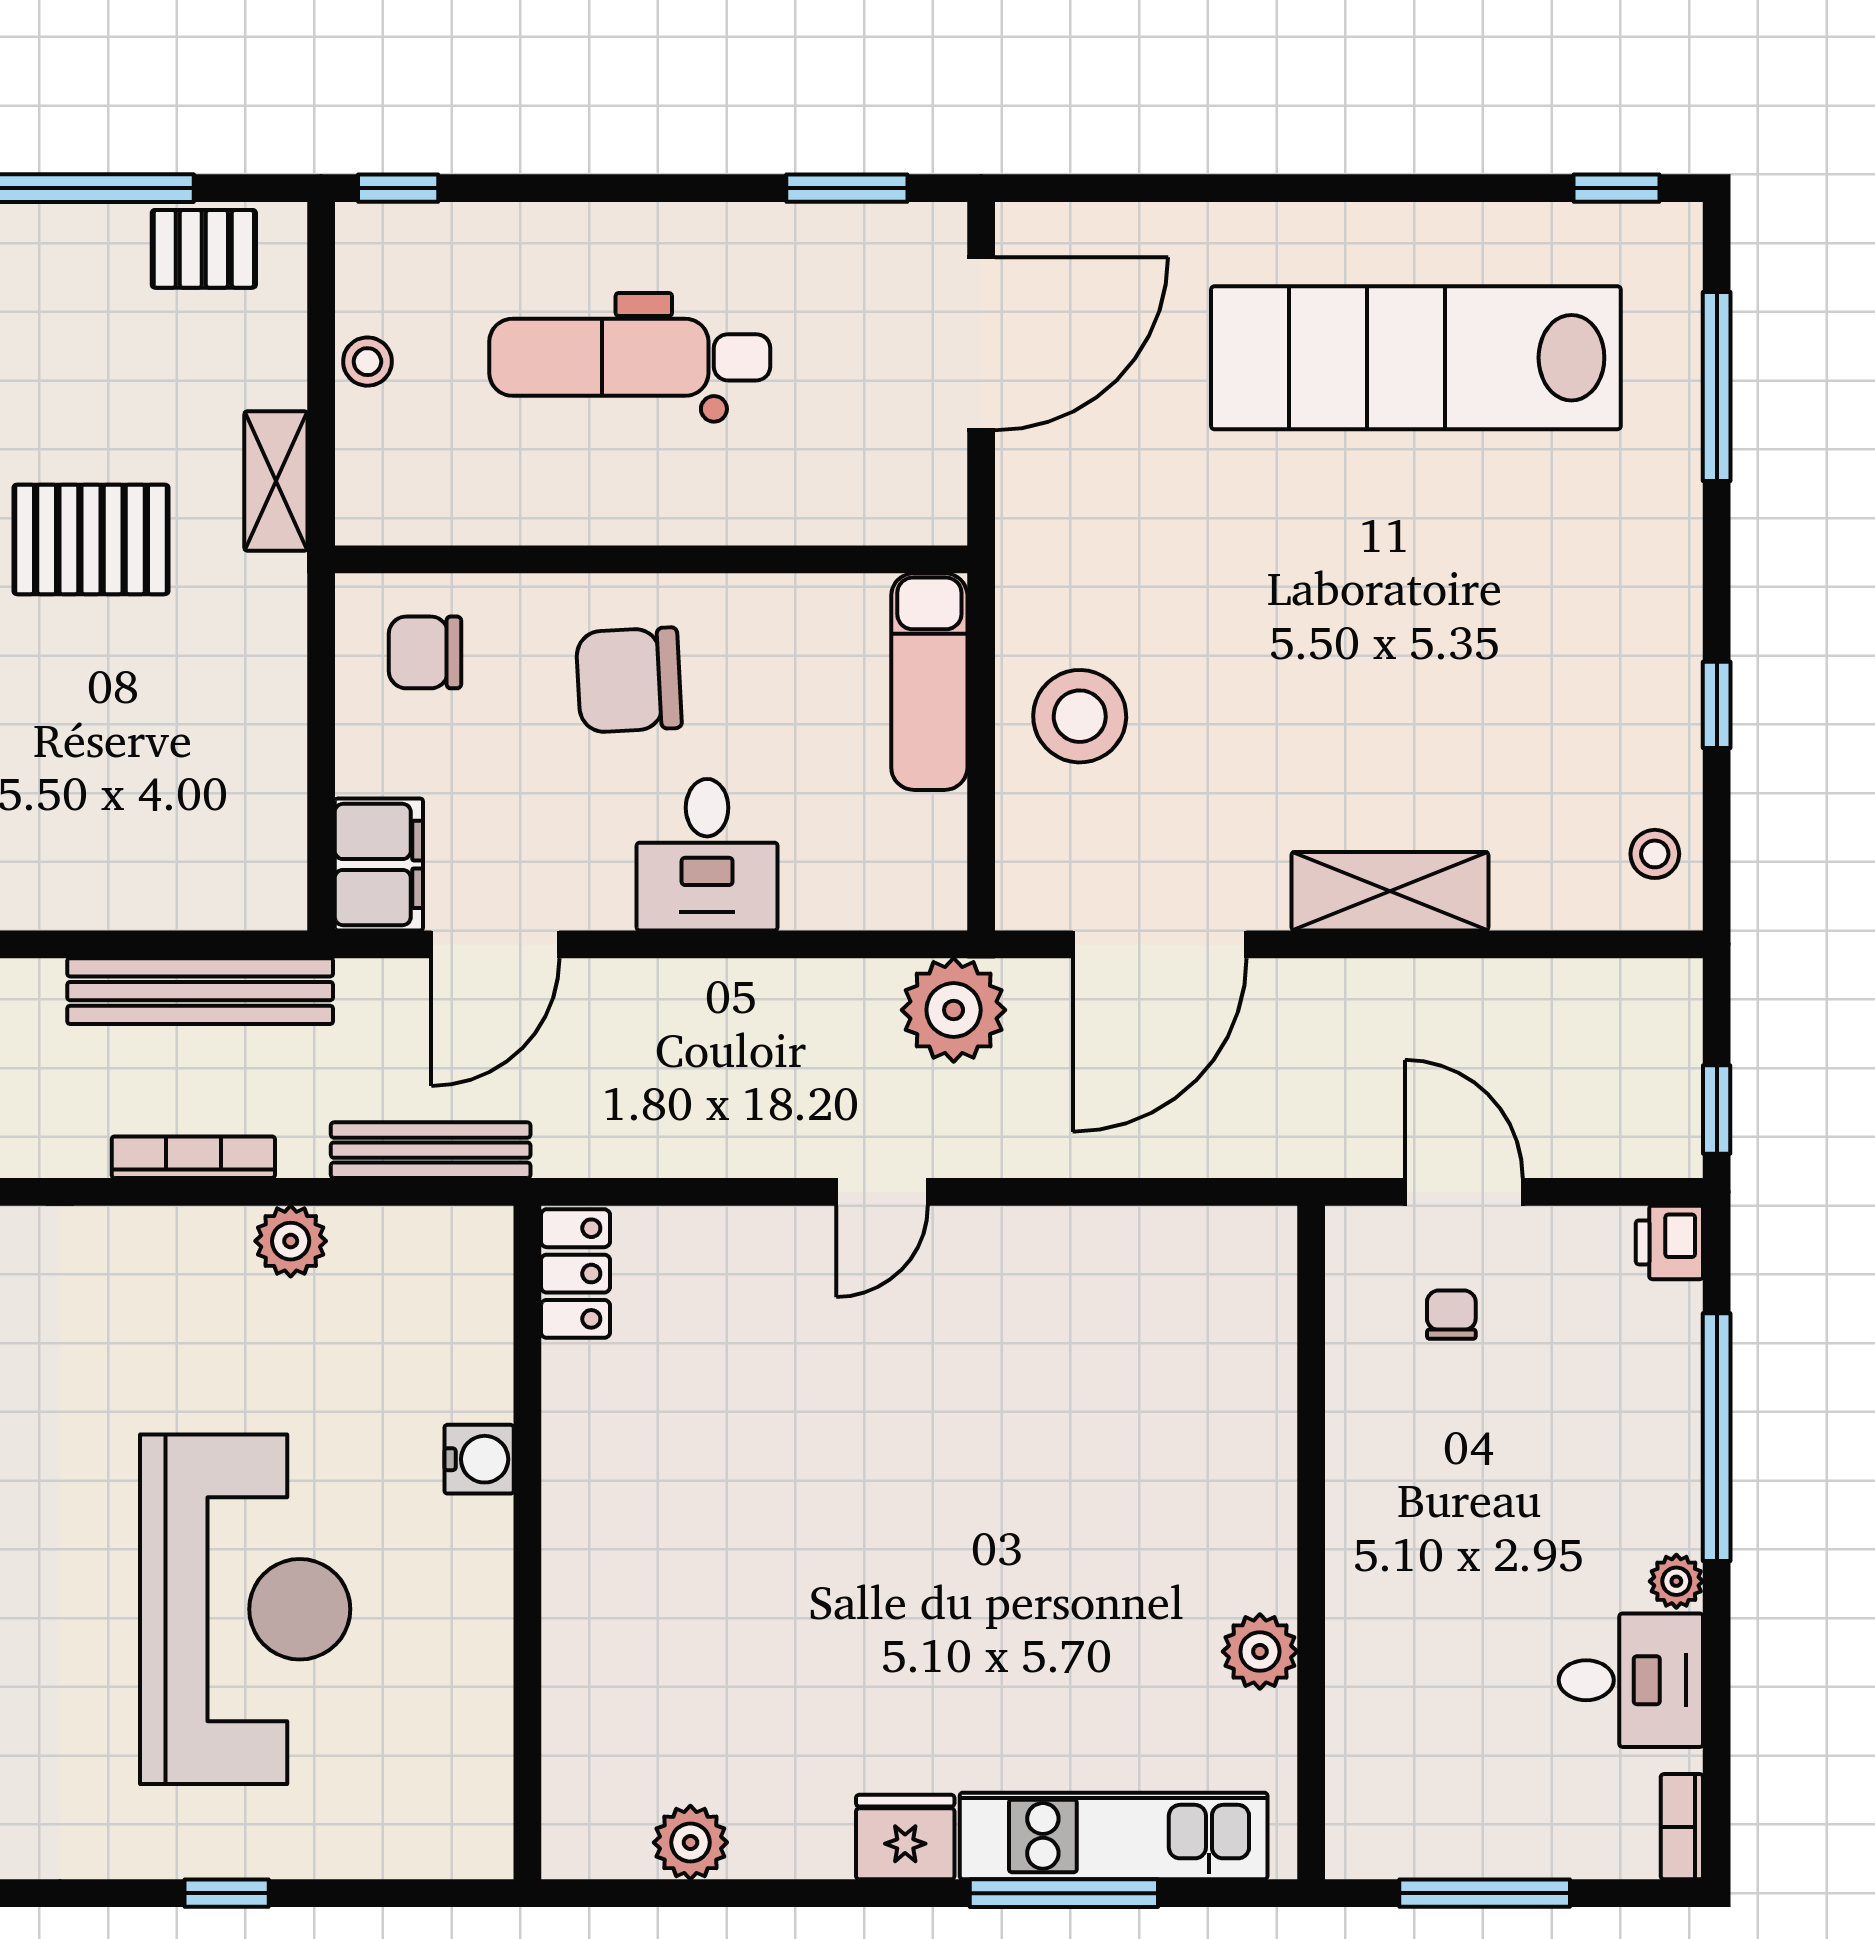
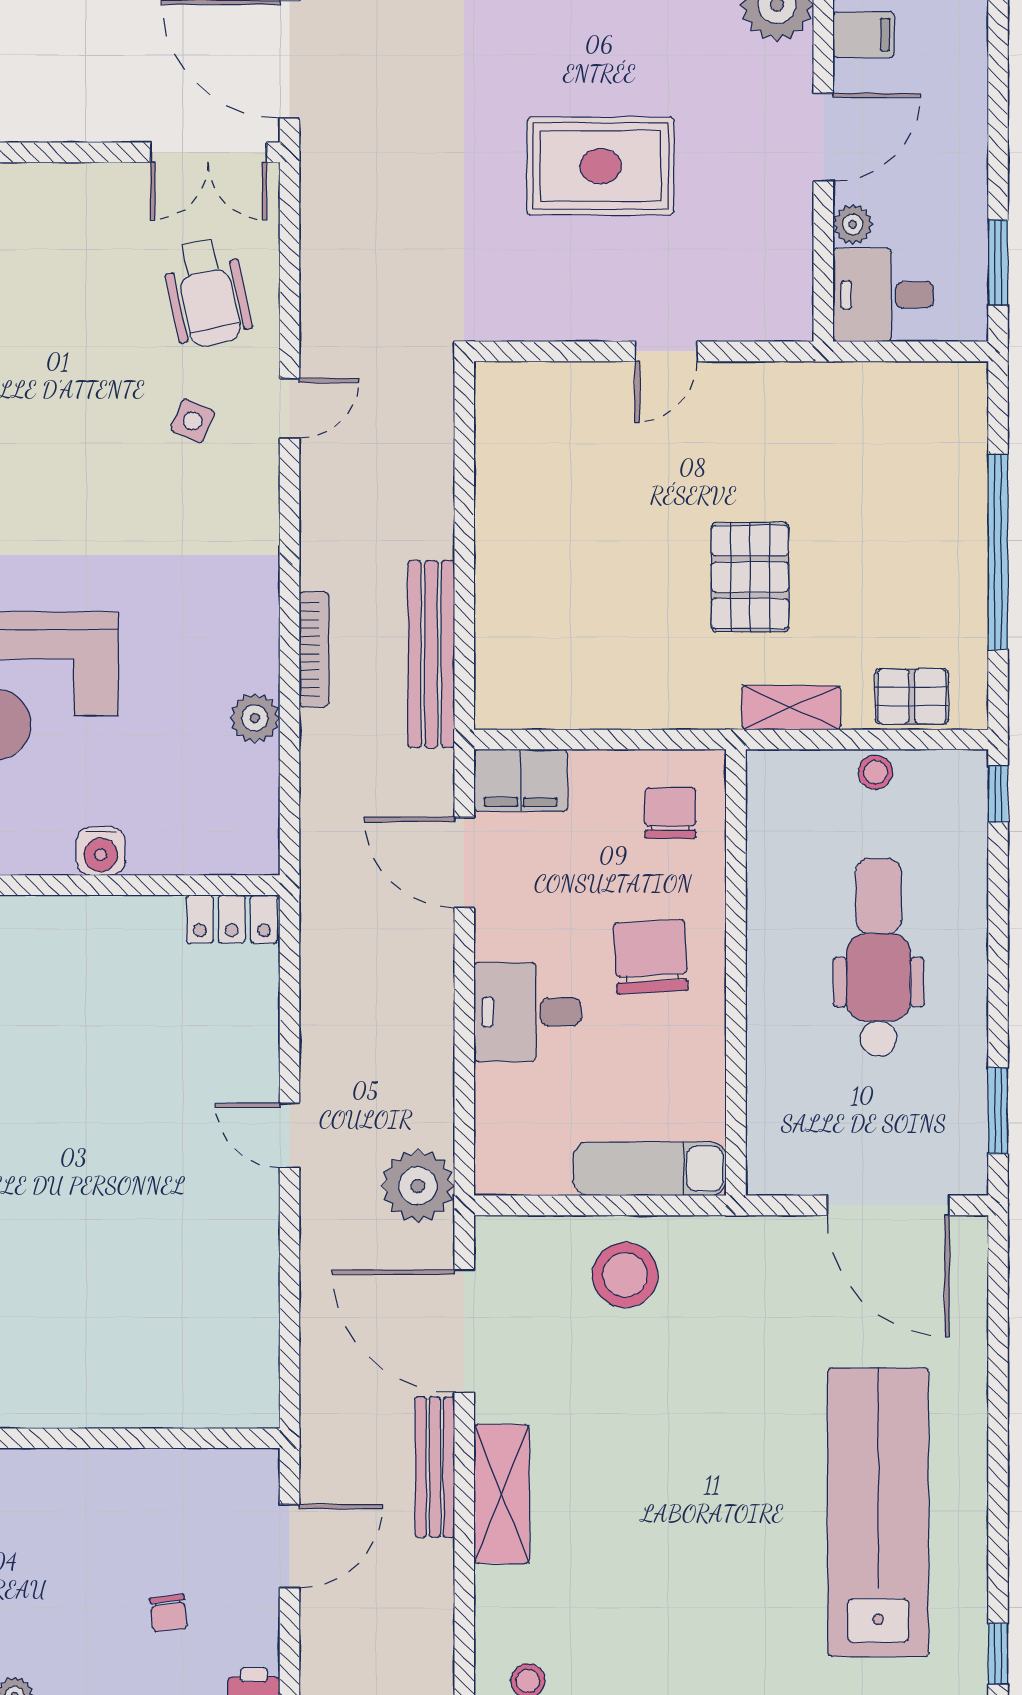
pallet: (204, 249) -> (912, 696), moved, turned 90
bench: (431, 1150) -> (435, 1467), moved
chair: (1451, 1315) -> (169, 1613), moved, turned 83

